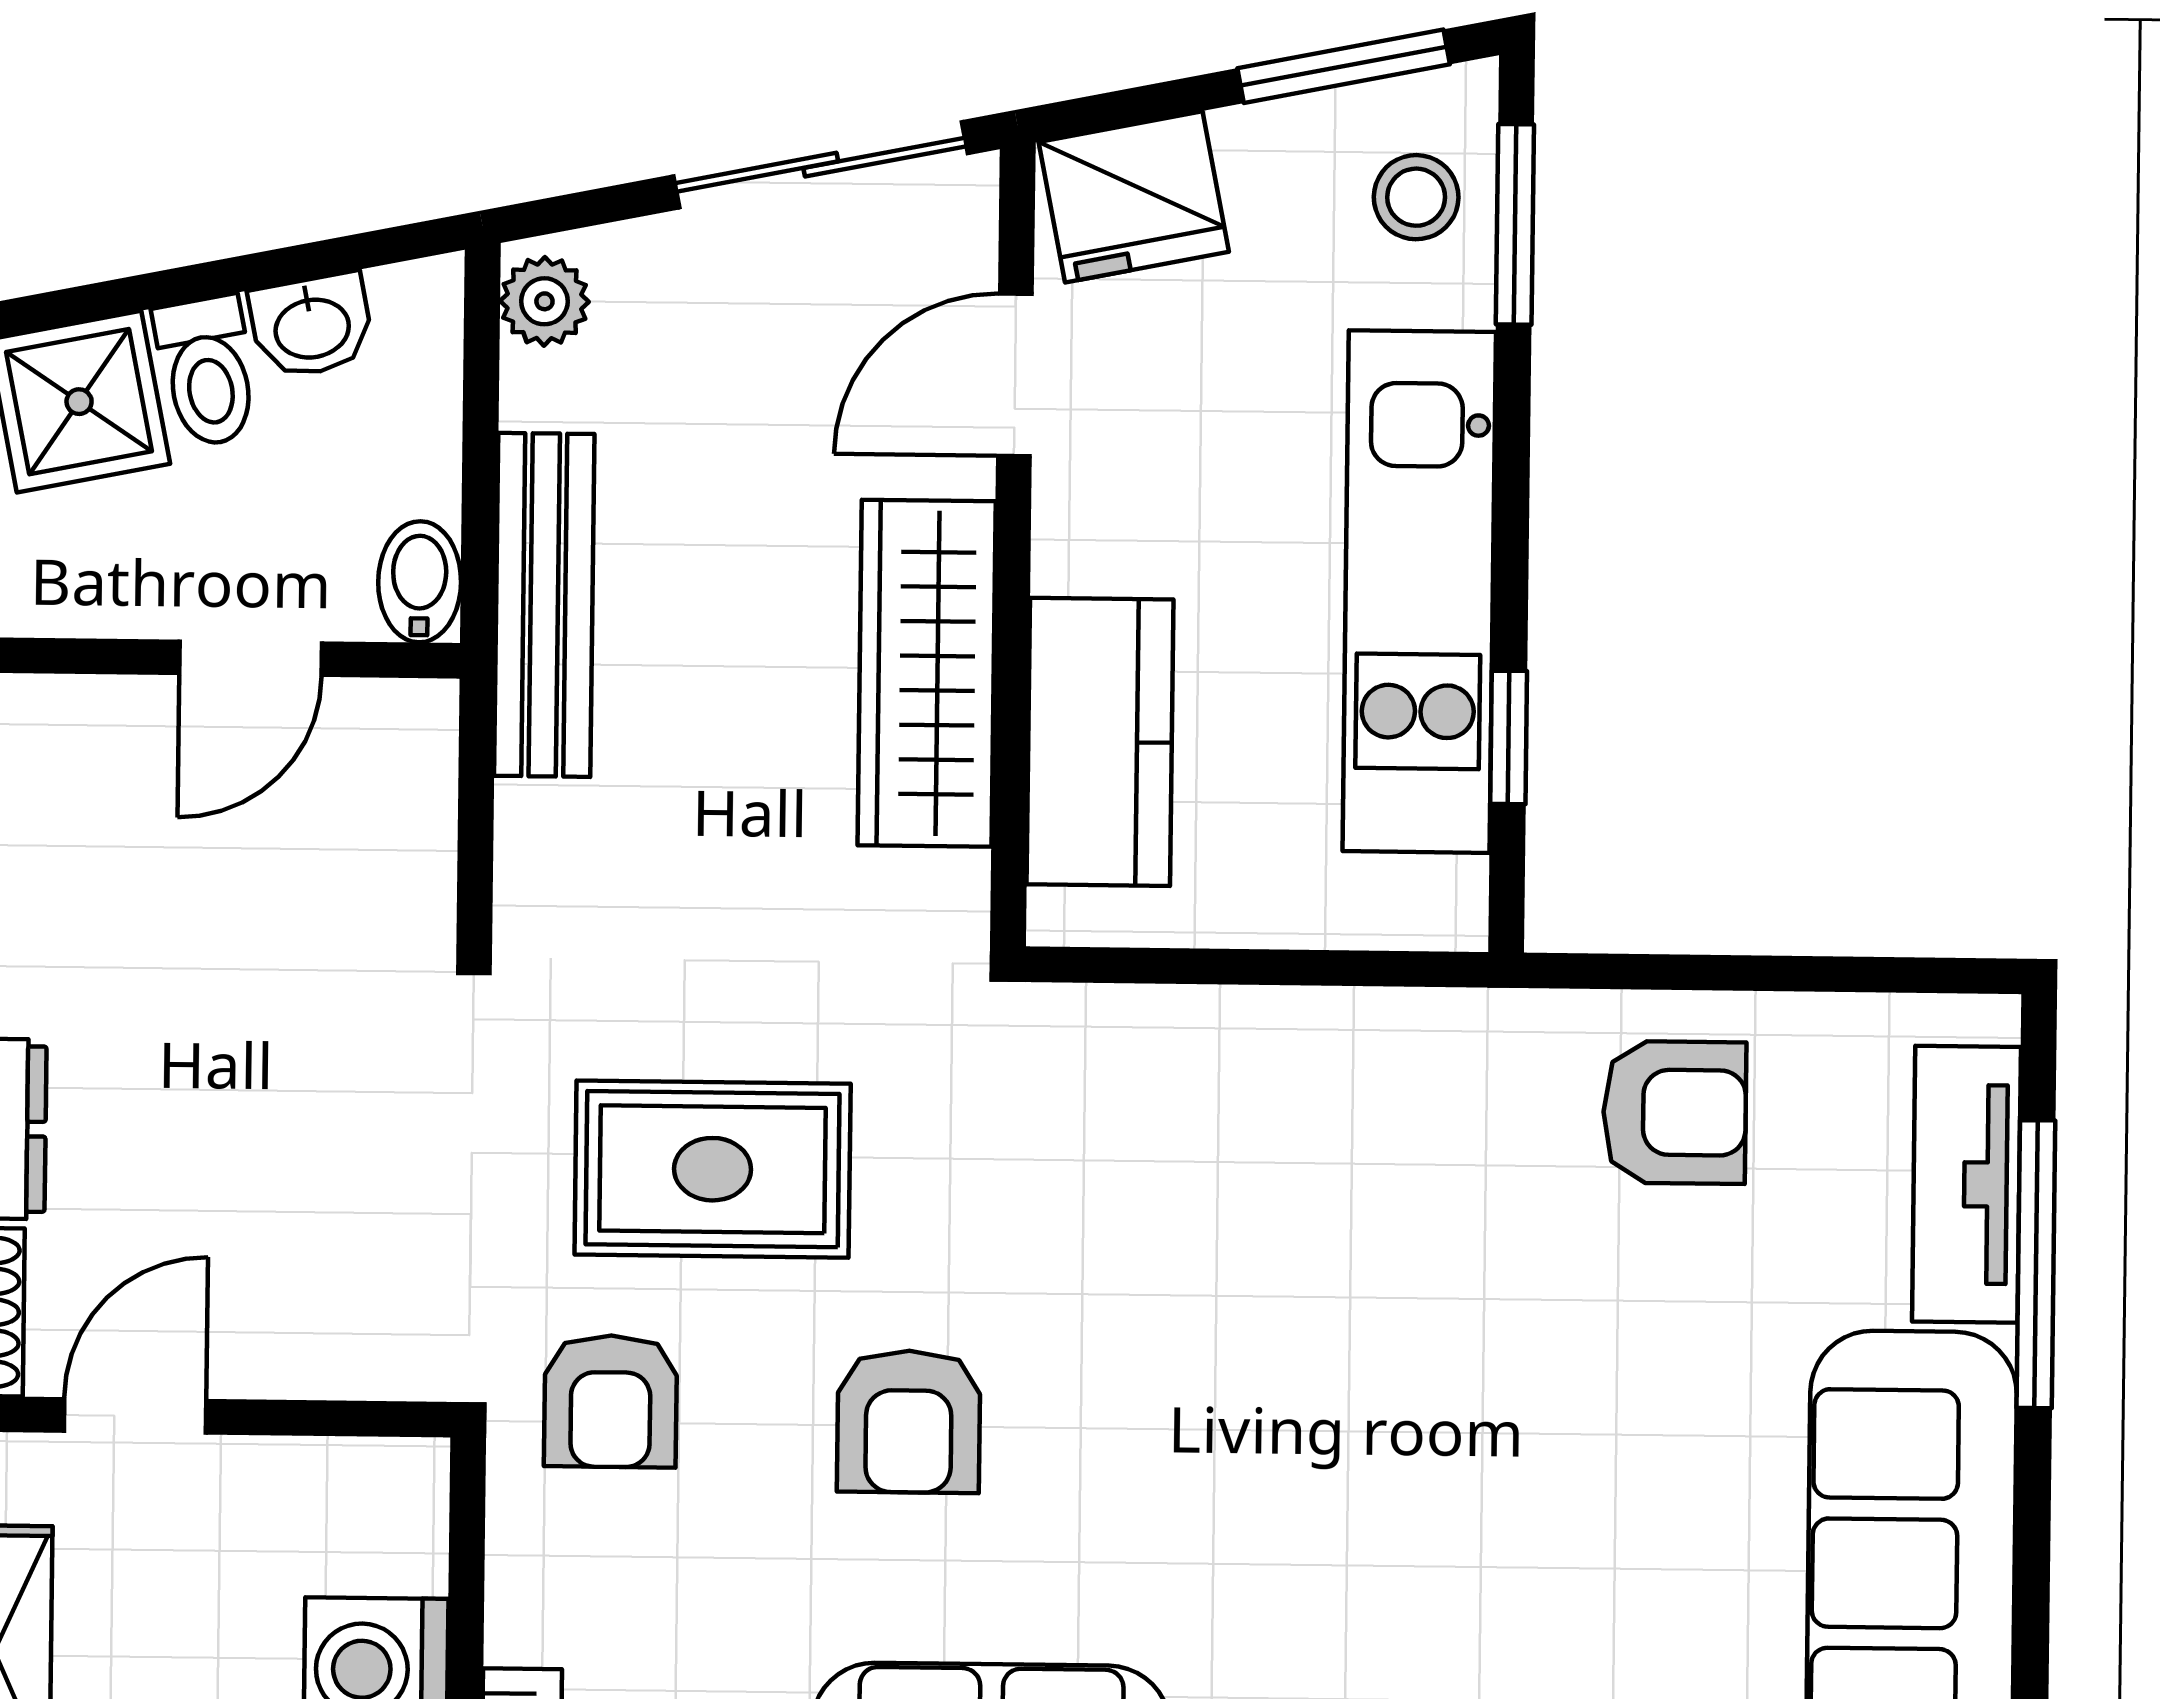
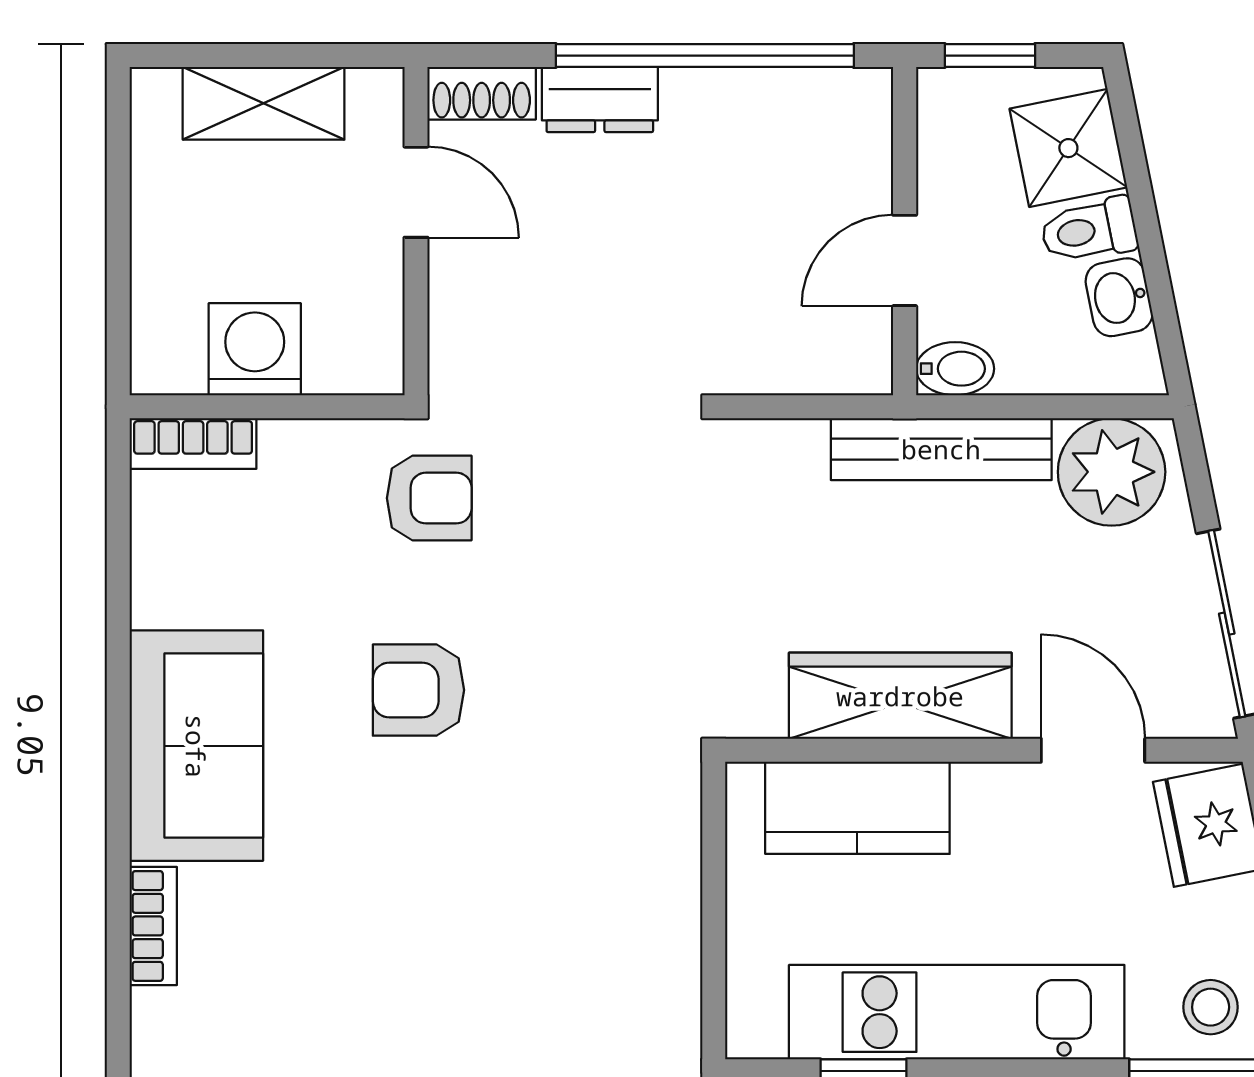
plant: (544, 301) -> (1112, 472), width x1.88, depth x1.88
door: (250, 658) -> (905, 260), hinge flipped
rug: (713, 1169) -> (579, 562), removed
armchair: (611, 1401) -> (429, 498), turned 180

